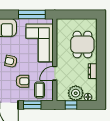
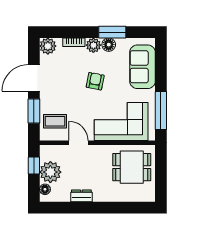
dining table: (82, 44) -> (132, 167), moved
armchair: (22, 81) -> (67, 97), removed

